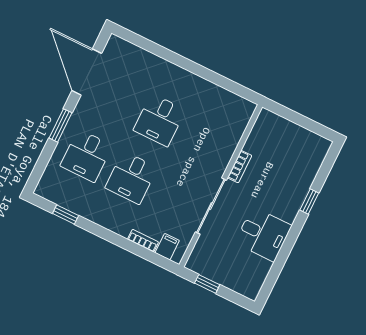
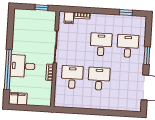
desk: (204, 142) -> (72, 77), added
filing cabinet: (313, 144) -> (18, 99), added
window: (309, 202) -> (8, 69), width x3.17
desk: (263, 234) -> (23, 66), moved

